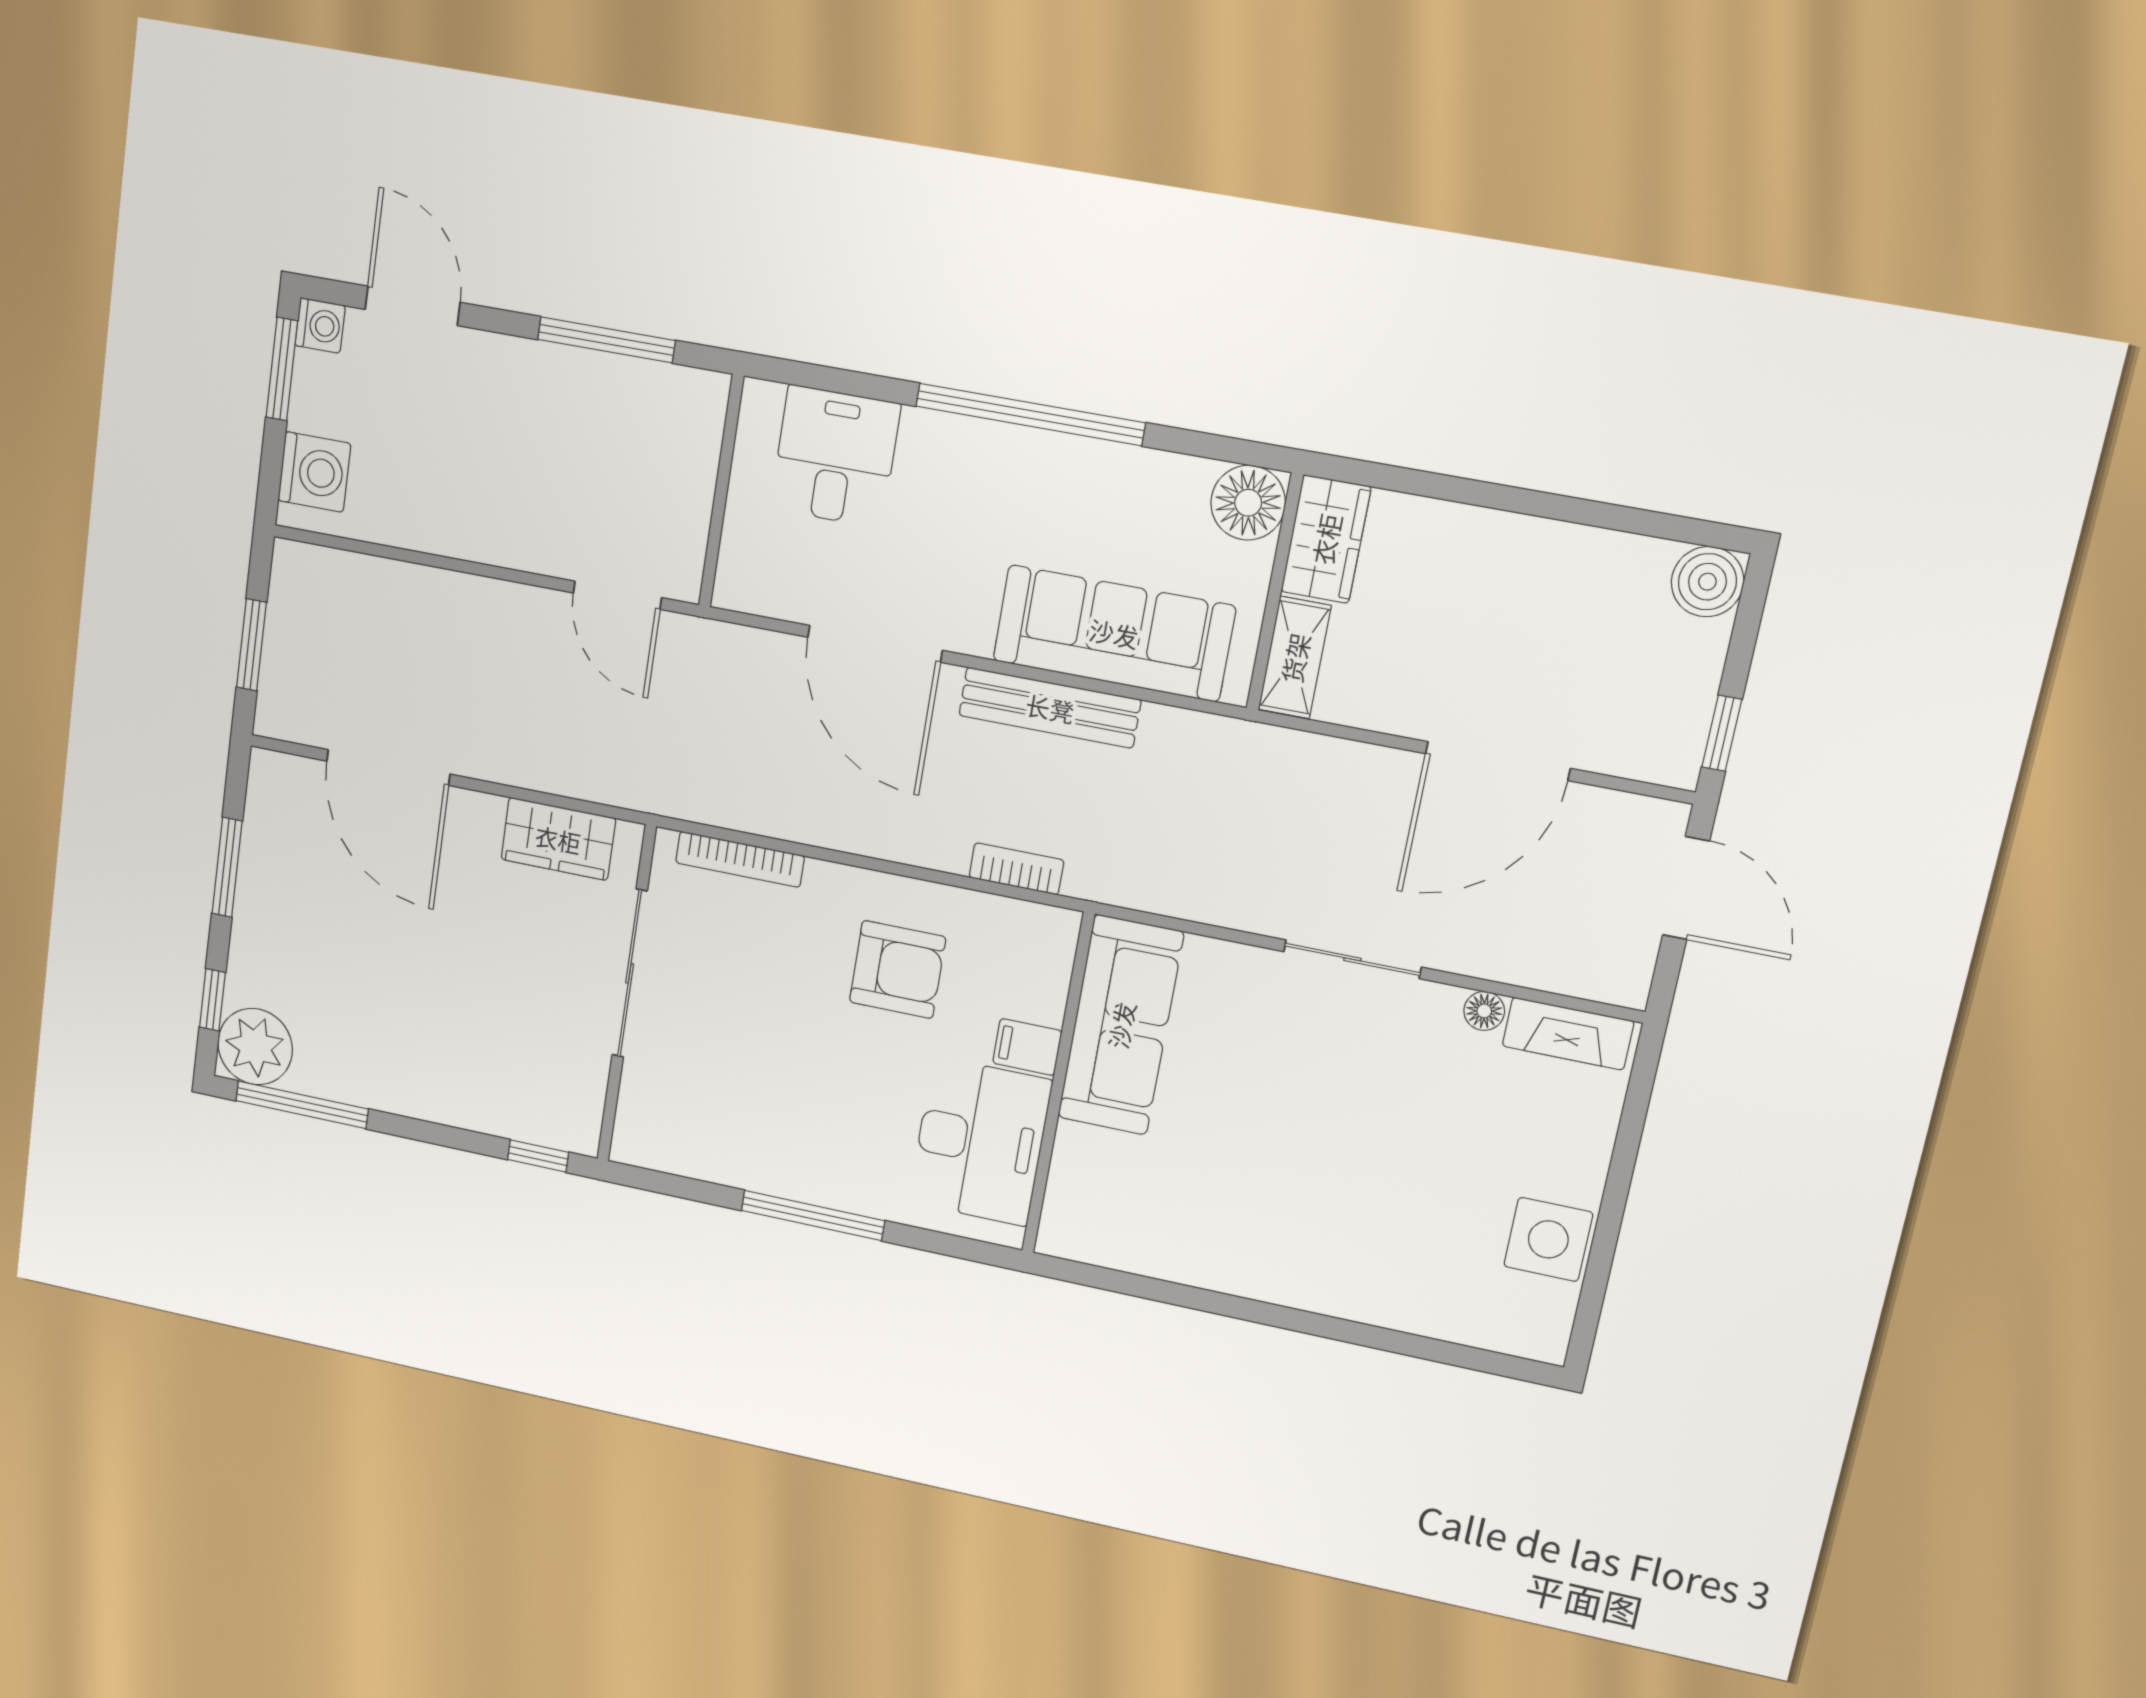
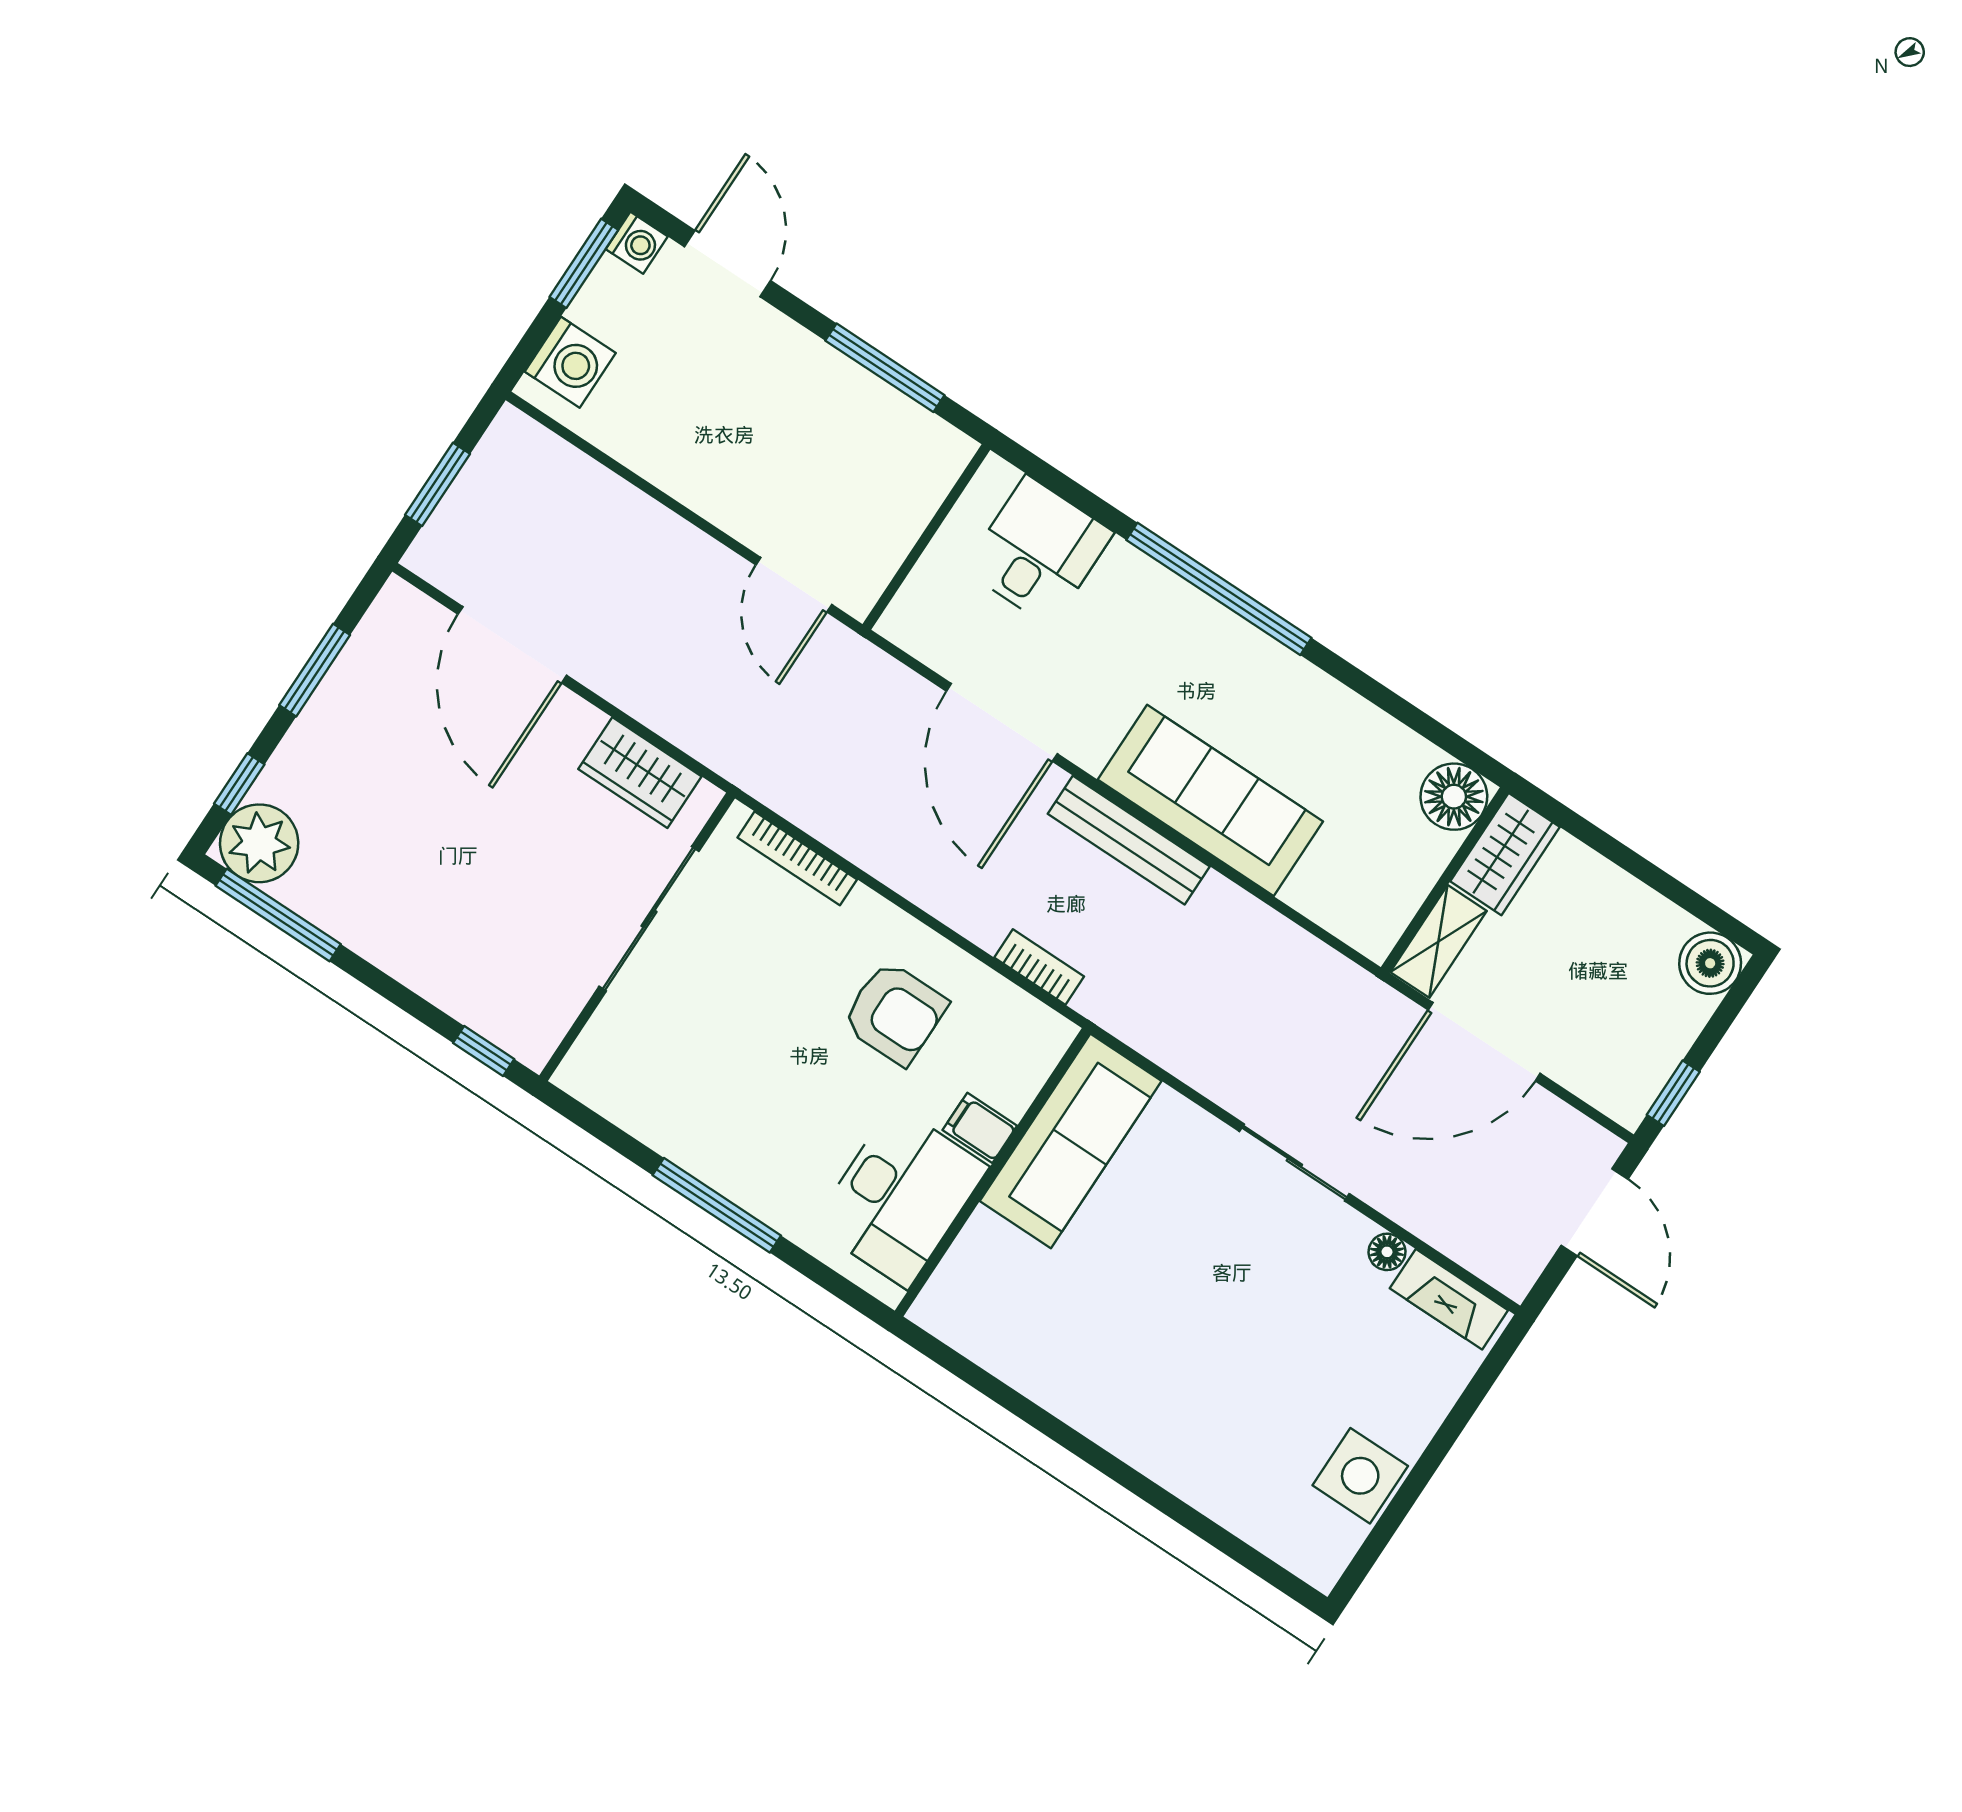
floor lamp: (1248, 503) -> (1454, 797), moved
wardrobe: (1326, 539) -> (1505, 854), moved
wall: (1275, 592) -> (1445, 880), moved
shelving: (1295, 658) -> (1439, 941), moved

